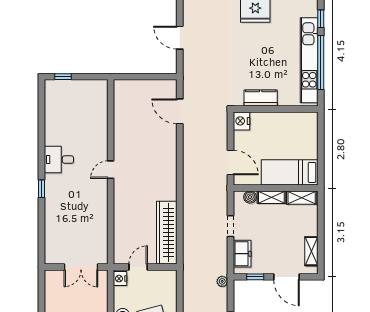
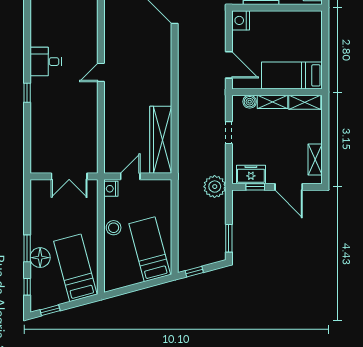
freezer: (242, 254) -> (251, 174), moved, turned -90
plant: (222, 281) -> (215, 187), width x1.87, depth x1.87

